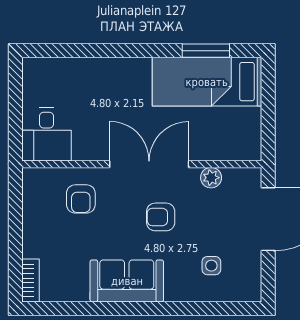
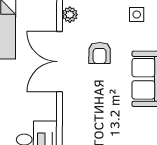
armchair: (81, 199) -> (86, 114), removed

